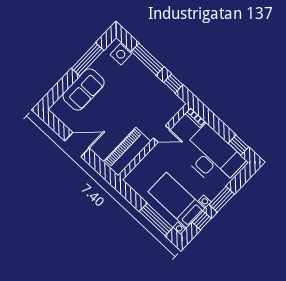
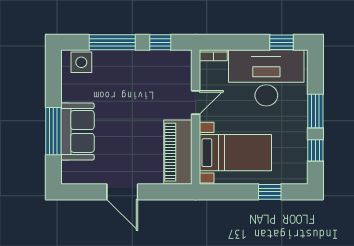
window: (88, 59) -> (53, 131), moved
door: (77, 145) -> (122, 192), swing flipped
bed with nightstands: (177, 200) -> (235, 153), moved, turned 180
window: (156, 220) -> (270, 192), width x0.46

